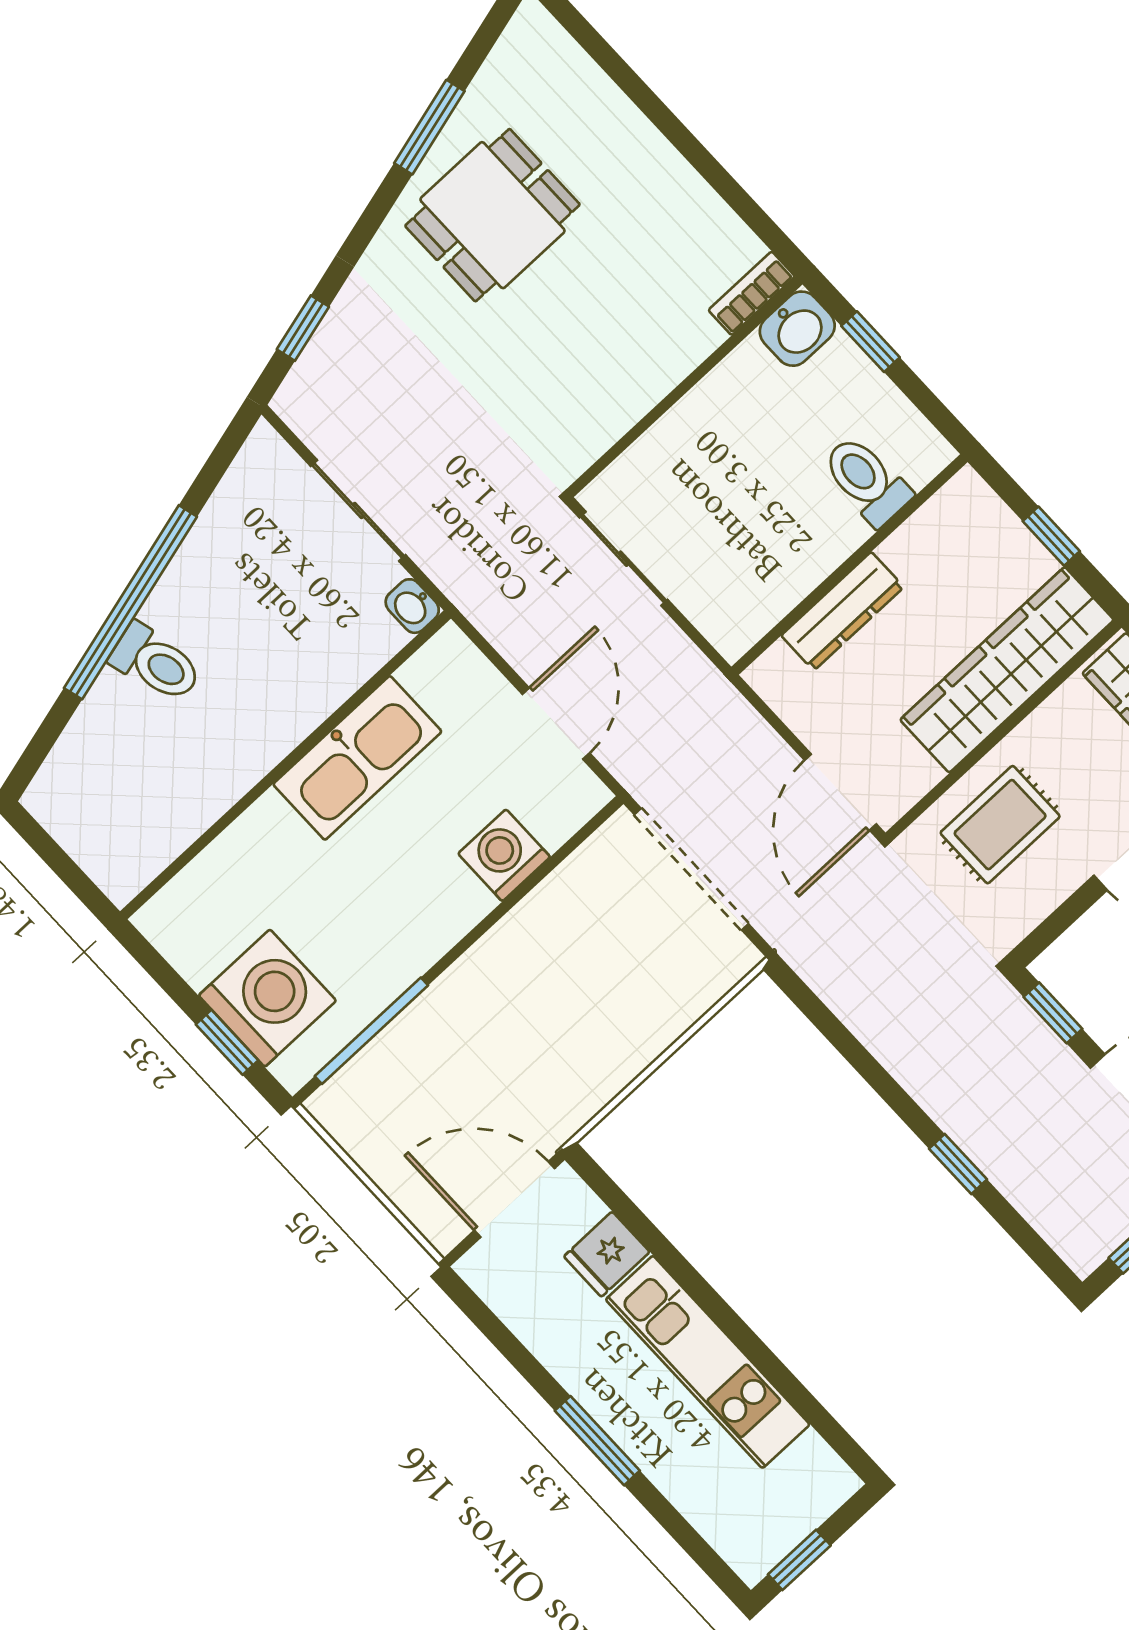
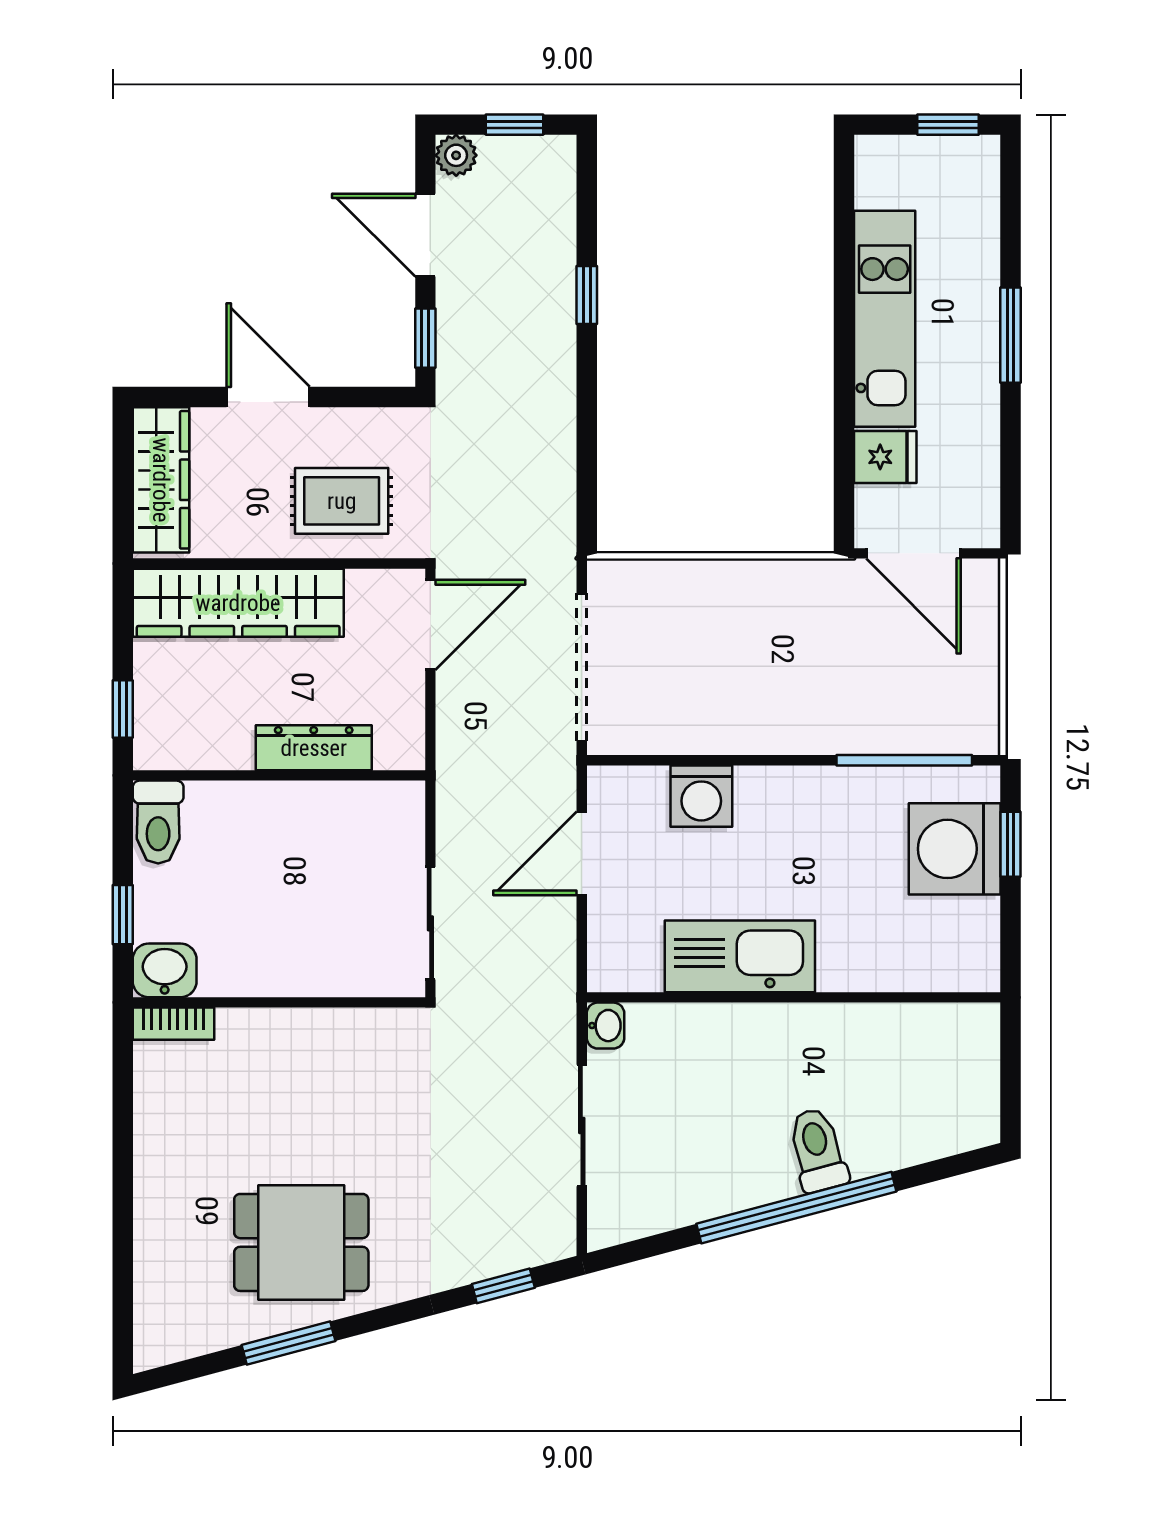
toilet: (867, 481) -> (158, 822), moved
window: (1051, 536) -> (123, 709), moved

